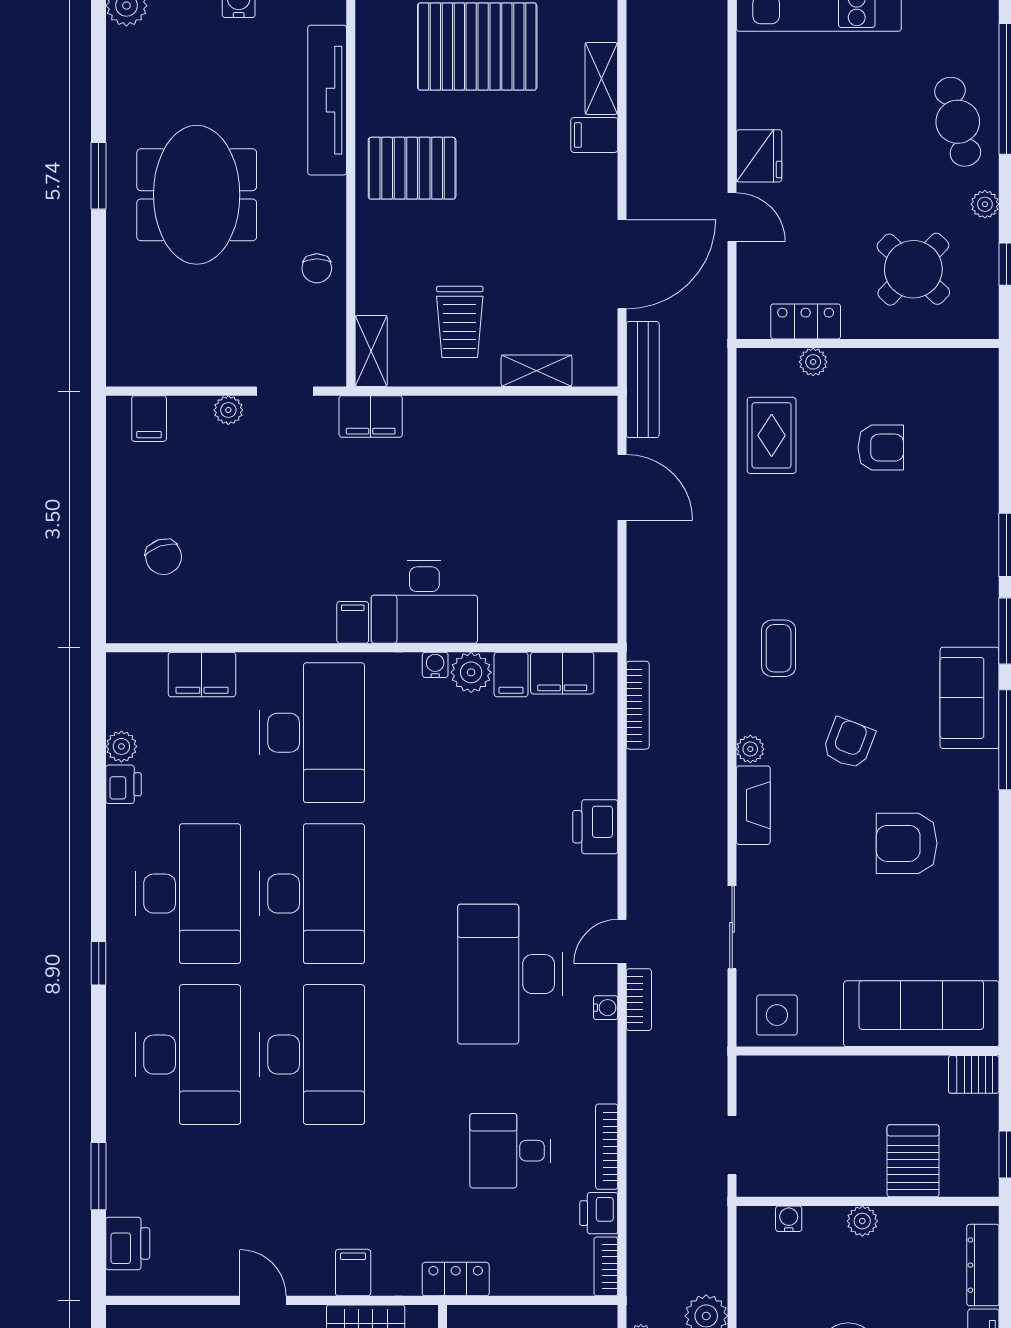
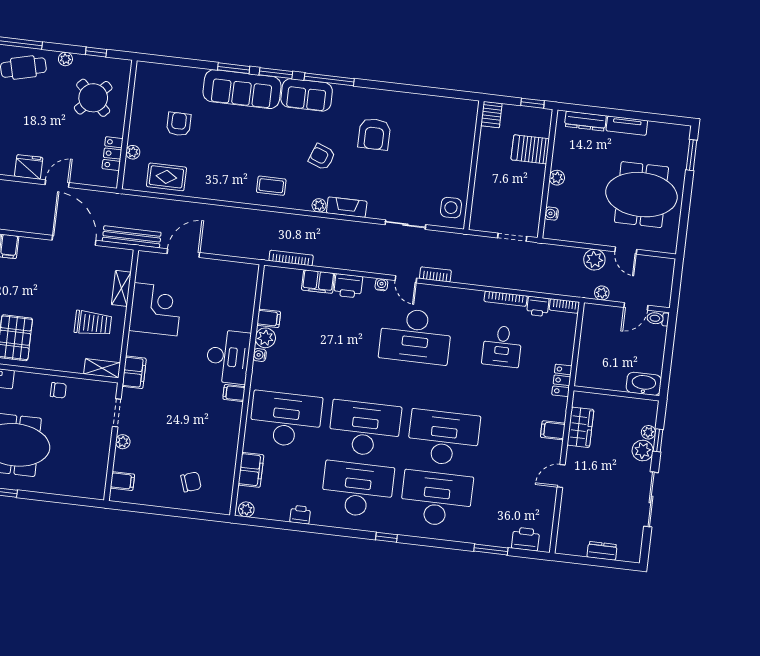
corner desk: (503, 445) -> (156, 309), added
filing cabinet: (562, 673) -> (318, 282), moved, turned 90
plant: (121, 746) -> (246, 509), moved
water cooler: (606, 1008) -> (381, 285), moved
sofa: (921, 1014) -> (242, 89), moved, turned -90

